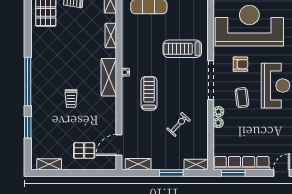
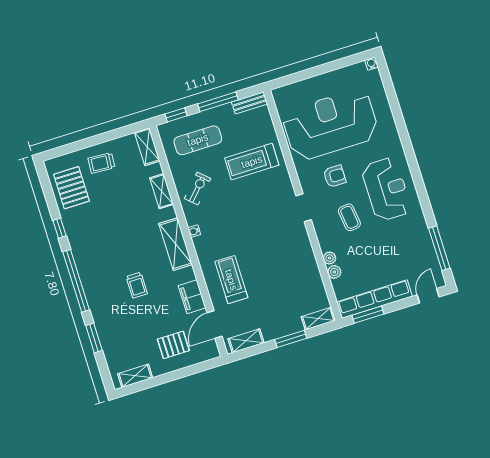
window: (28, 39) -> (60, 228), added
treadmill: (182, 49) -> (252, 162), moved
doorway: (211, 80) -> (304, 208), width x0.53
treadmill: (149, 93) -> (231, 280), moved
plant: (218, 112) -> (334, 272), moved
filing cabinet: (109, 120) -> (192, 297), added
exercise bike: (178, 124) -> (198, 189), moved

